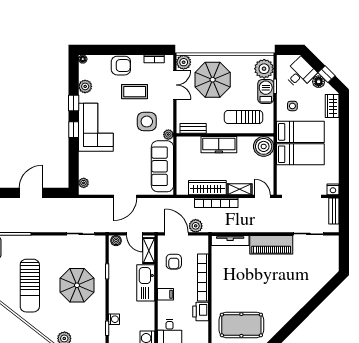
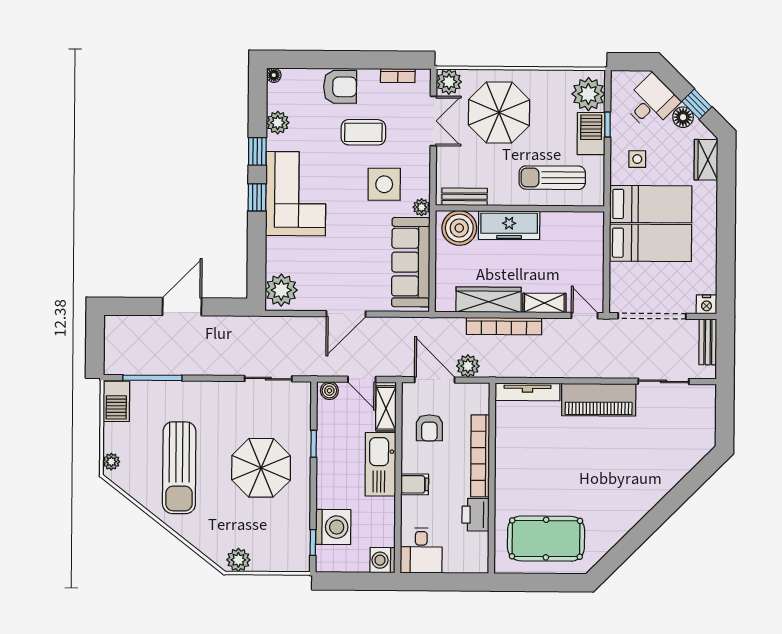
boiler: (264, 146) -> (459, 228), moved
plant: (84, 183) -> (281, 290), width x1.87, depth x1.87
washing machine: (114, 319) -> (333, 527), width x1.89, depth x1.89

